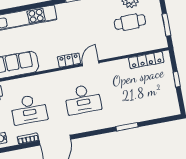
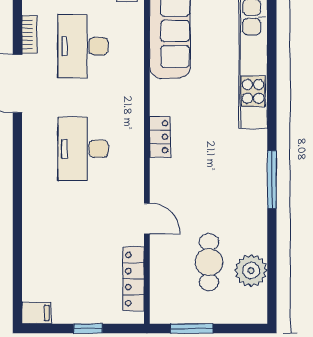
door: (91, 63) -> (147, 219), moved
filing cabinet: (174, 108) -> (37, 313), added
window: (127, 127) -> (17, 221), removed

